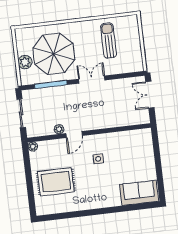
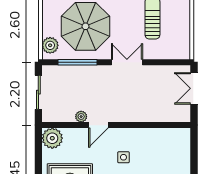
plant: (25, 62) -> (50, 45), moved
plant: (33, 147) -> (52, 138), width x1.88, depth x1.88

